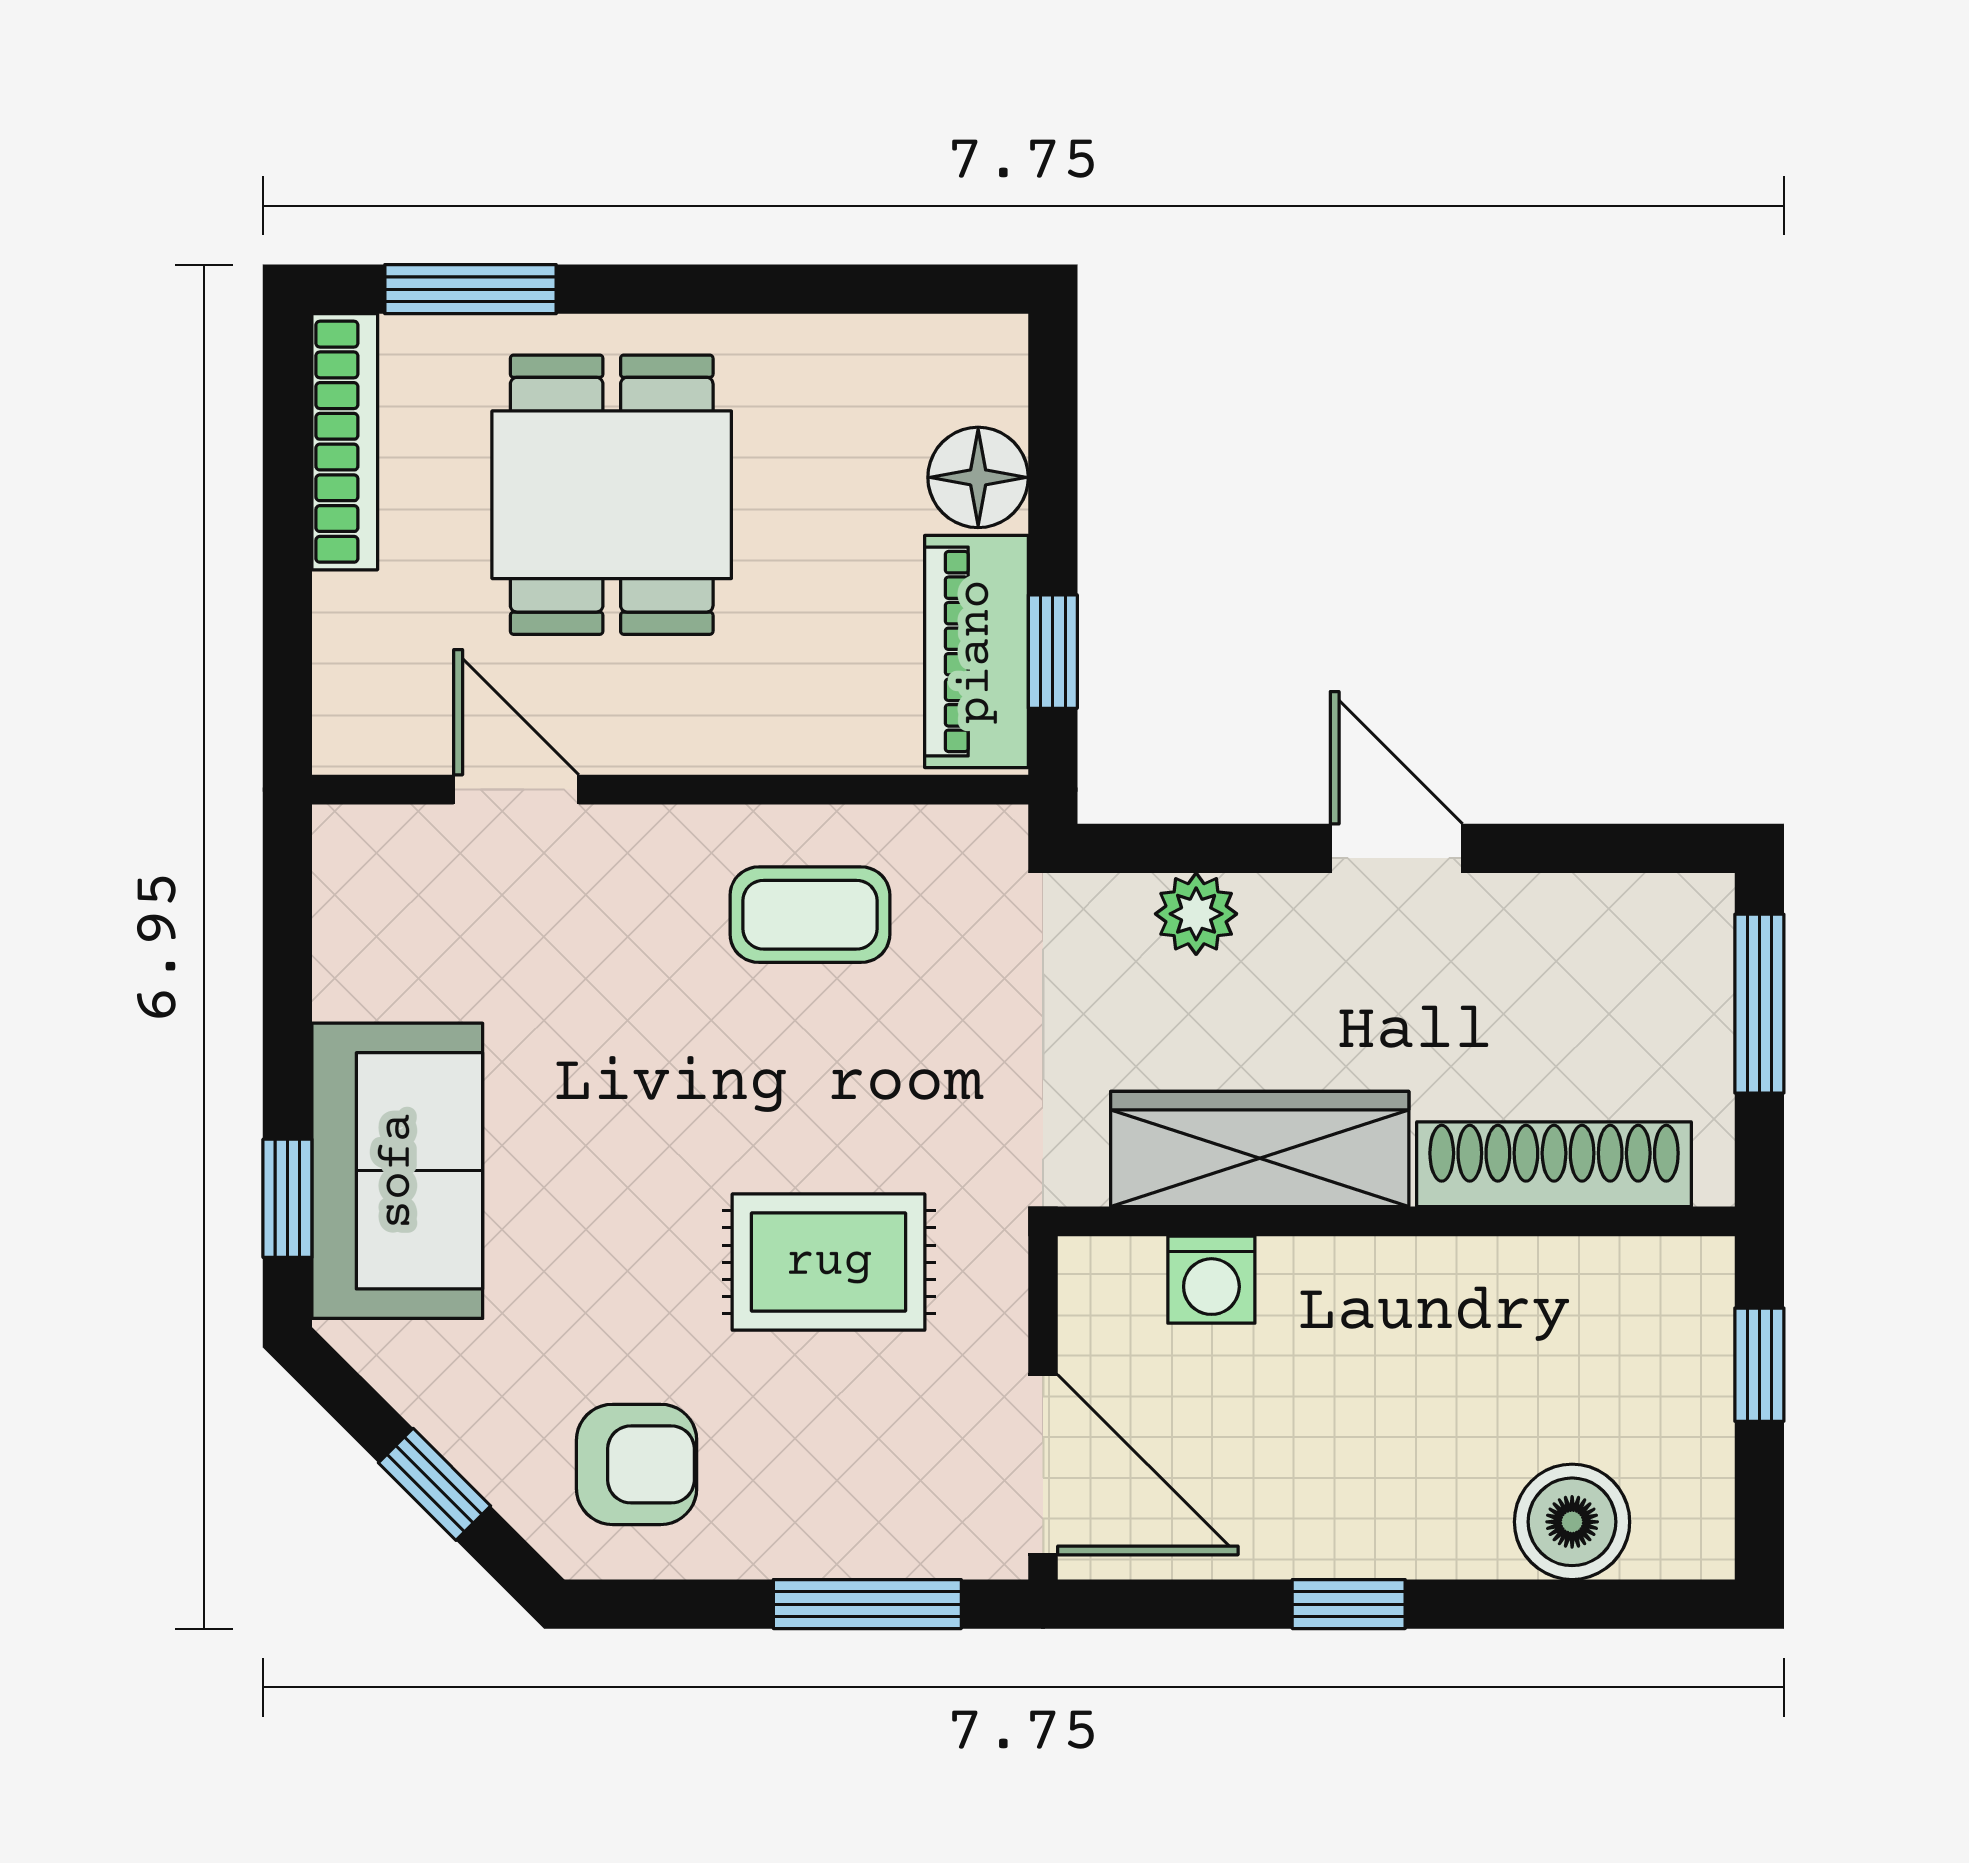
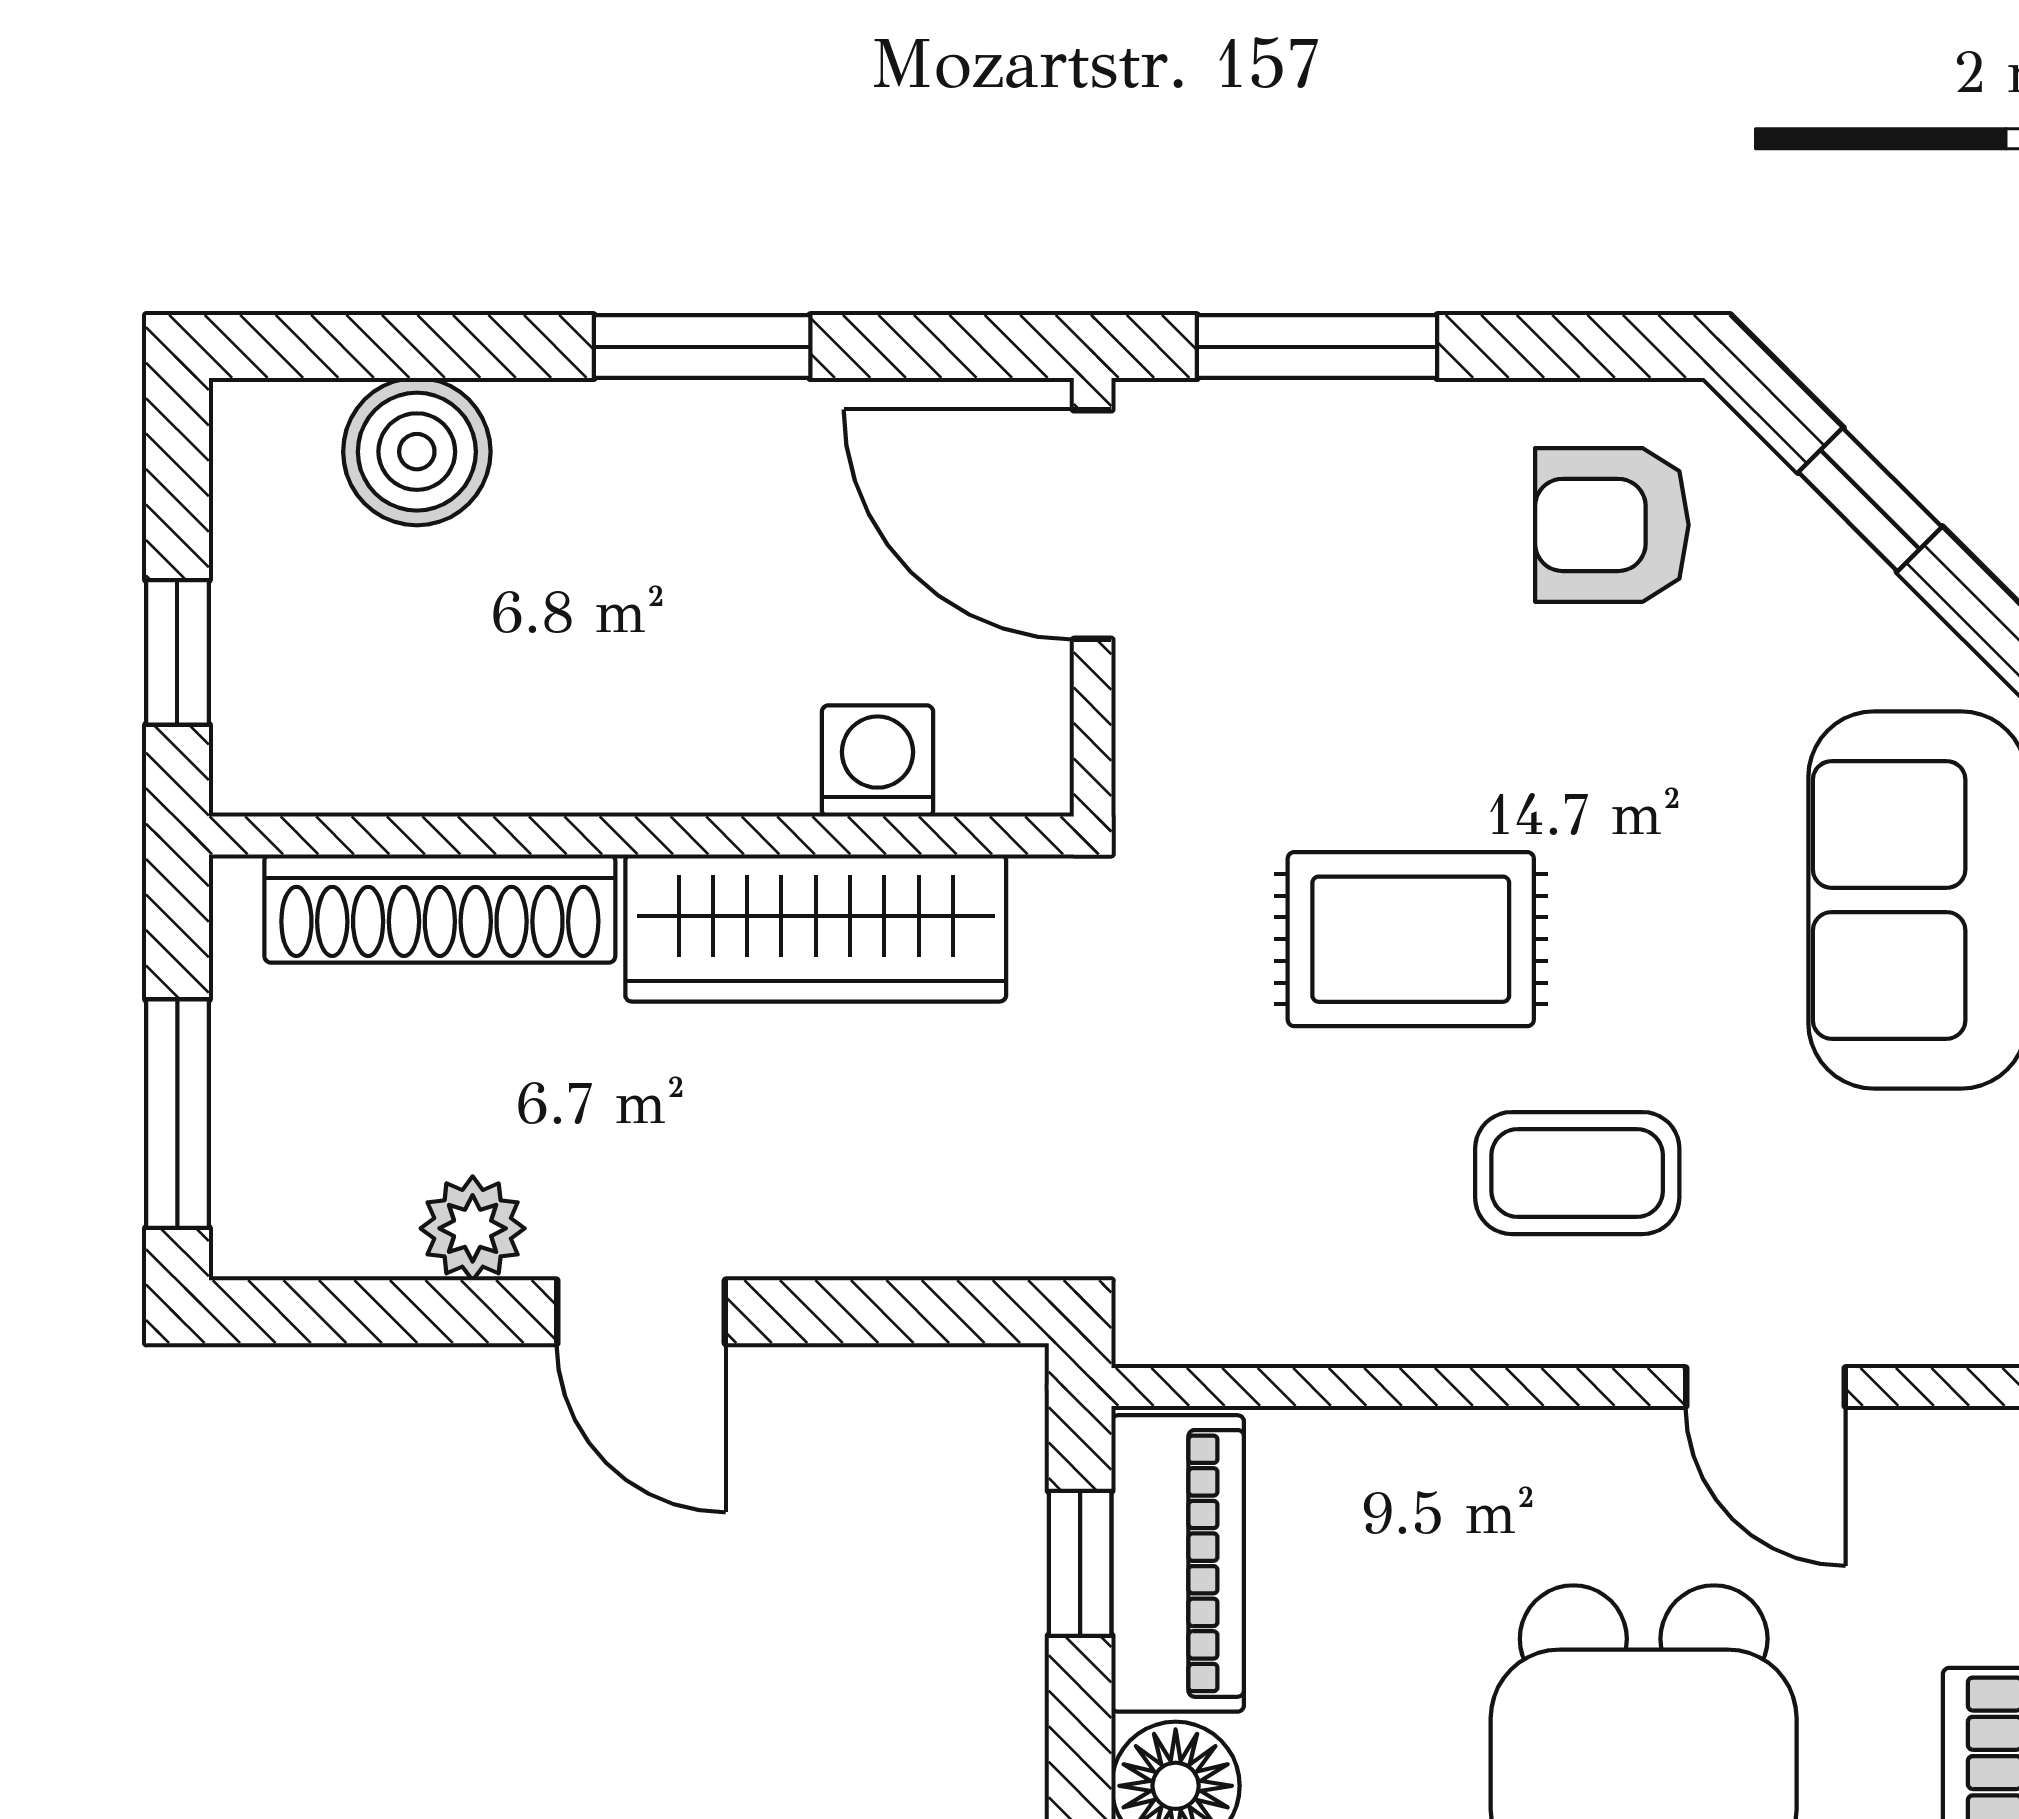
plant: (1196, 914) -> (473, 1228), moved
coffee table: (810, 915) -> (1577, 1173), moved
rug: (829, 1262) -> (1411, 939), moved
window: (1349, 1604) -> (702, 347), width x1.50

